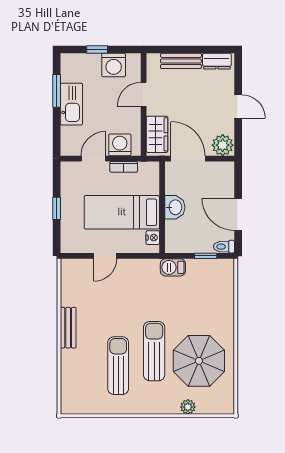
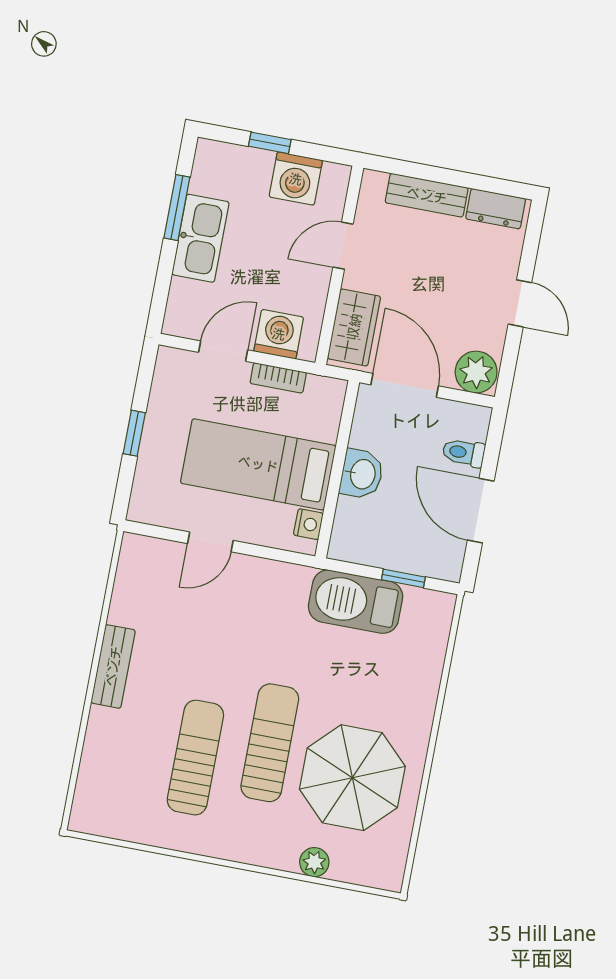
toilet: (224, 247) -> (464, 453), moved
barbecue: (173, 267) -> (356, 602), width x1.88, depth x1.53

